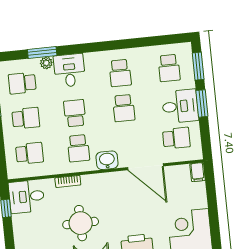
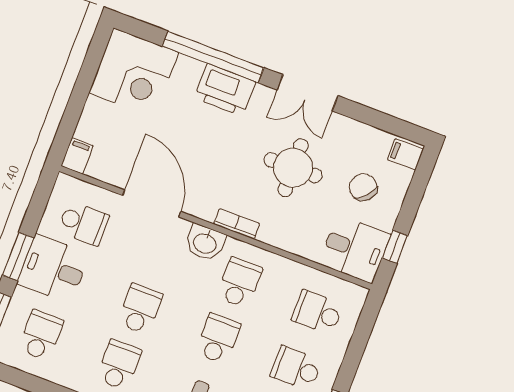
school desk: (75, 113) -> (218, 339), turned 180
school desk: (176, 138) -> (83, 223), turned 180
bookcase: (68, 181) -> (237, 224), moved
chair: (38, 231) -> (363, 187), added

